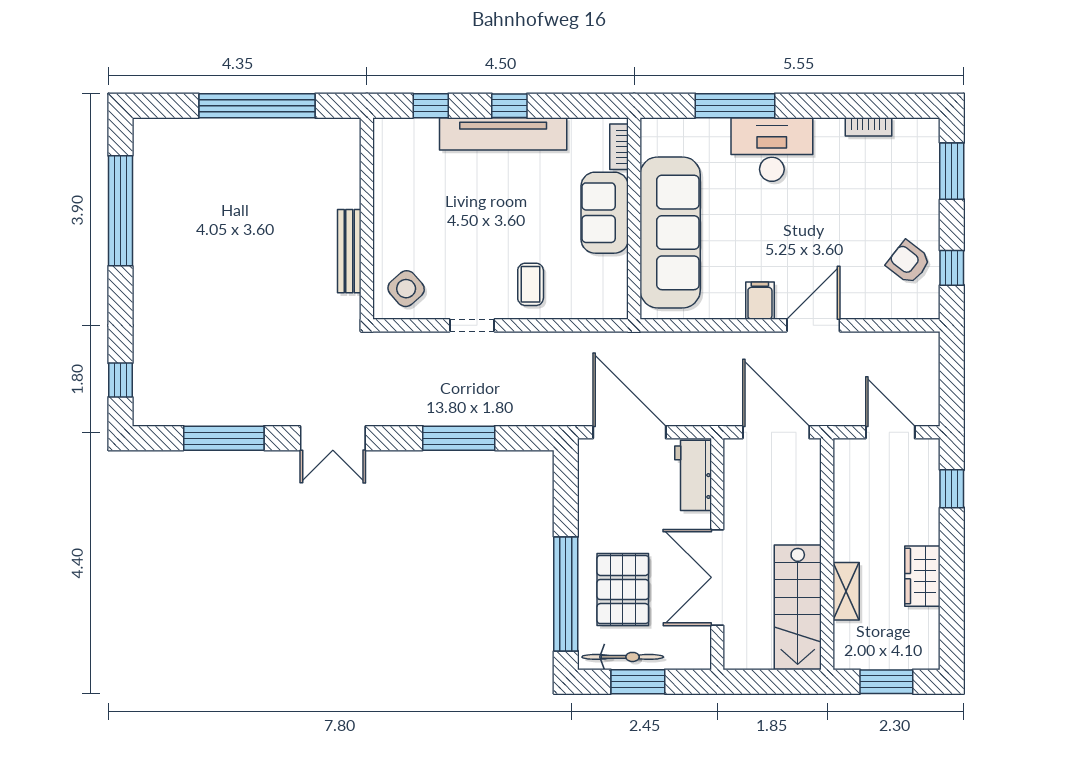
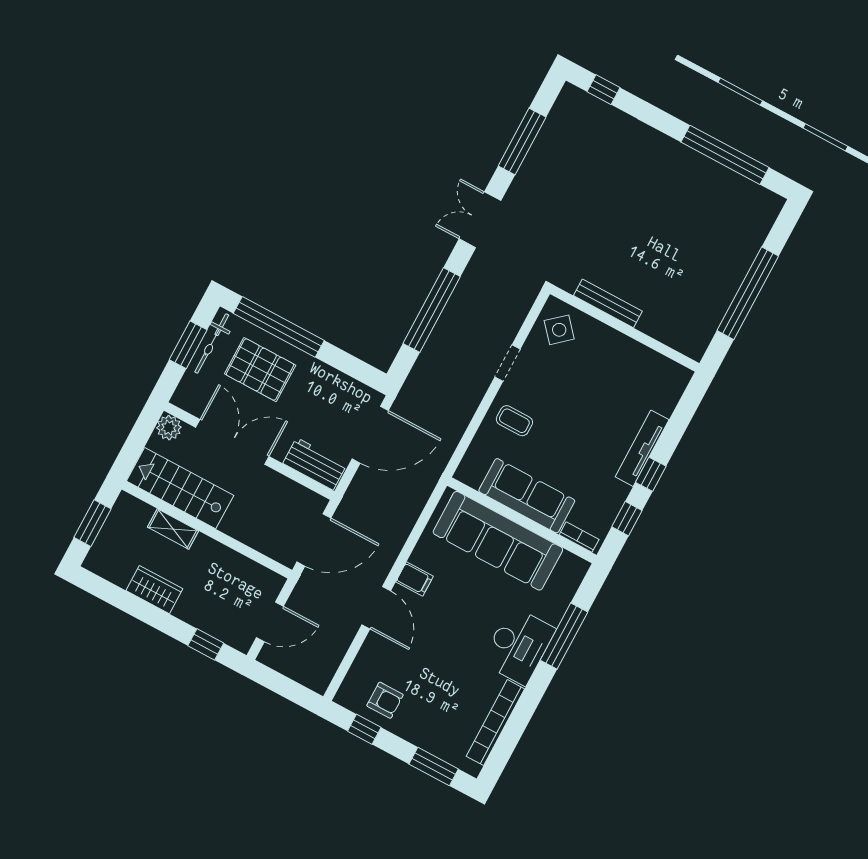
window: (431, 106) -> (627, 519), moved
bookcase: (868, 127) -> (495, 723), width x2.31, depth x1.31
tv unit: (503, 134) -> (642, 448), width x0.73, depth x0.78
sofa: (605, 213) -> (527, 496), width x1.36
armchair: (908, 262) -> (385, 700), turned 52
window: (459, 438) -> (432, 310), width x1.46
plant: (739, 654) -> (169, 428), added

